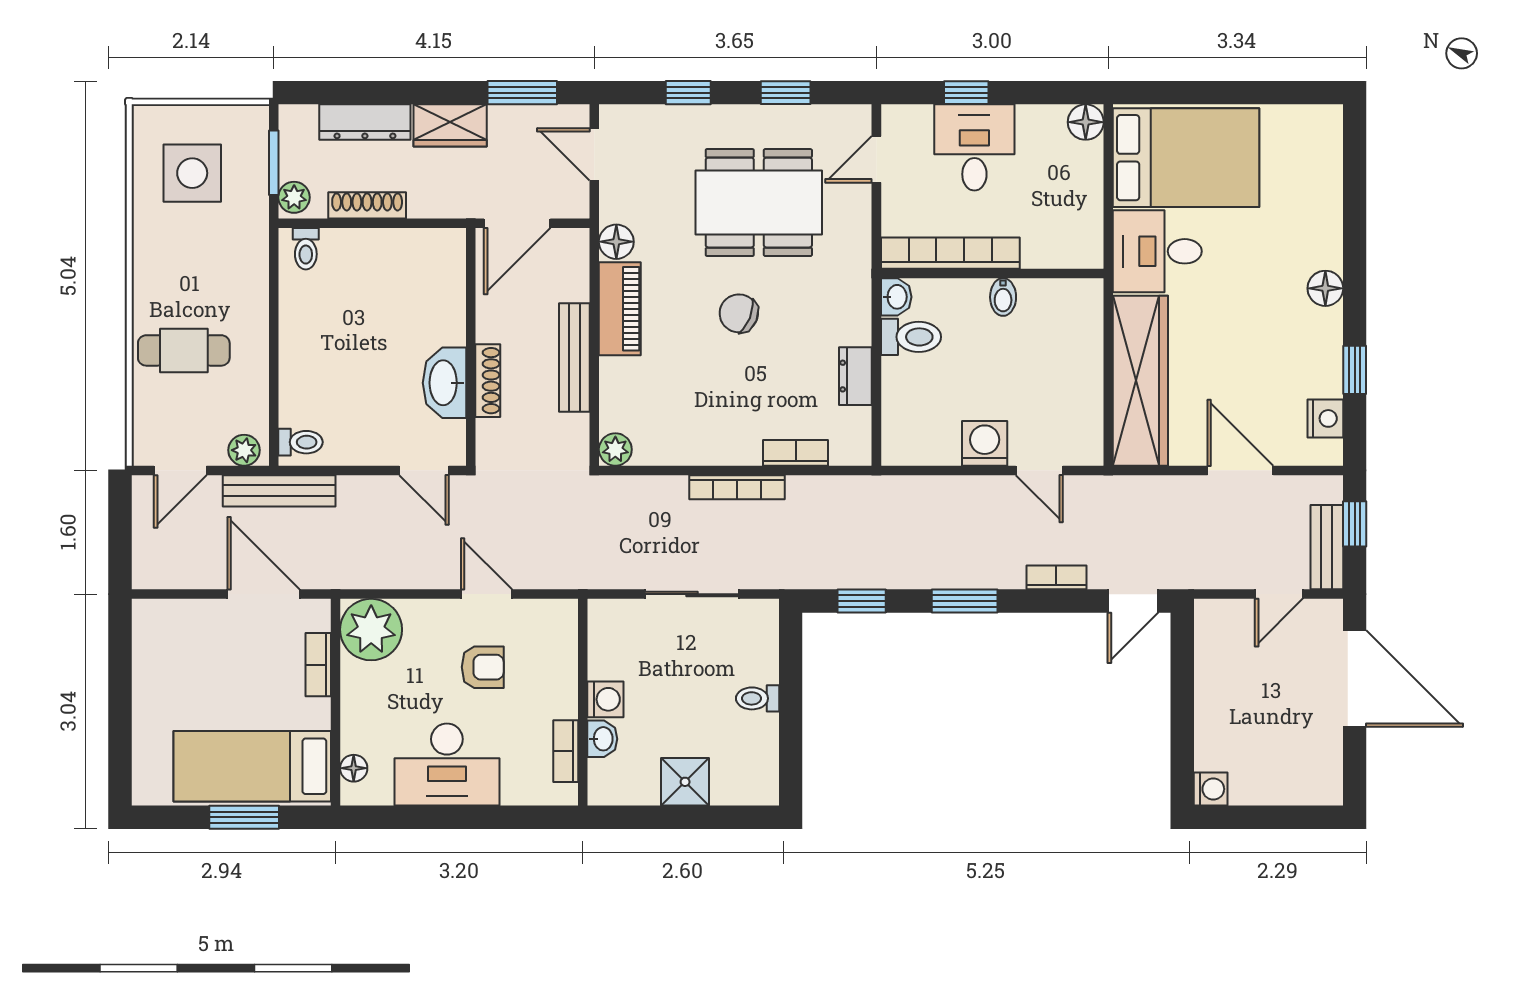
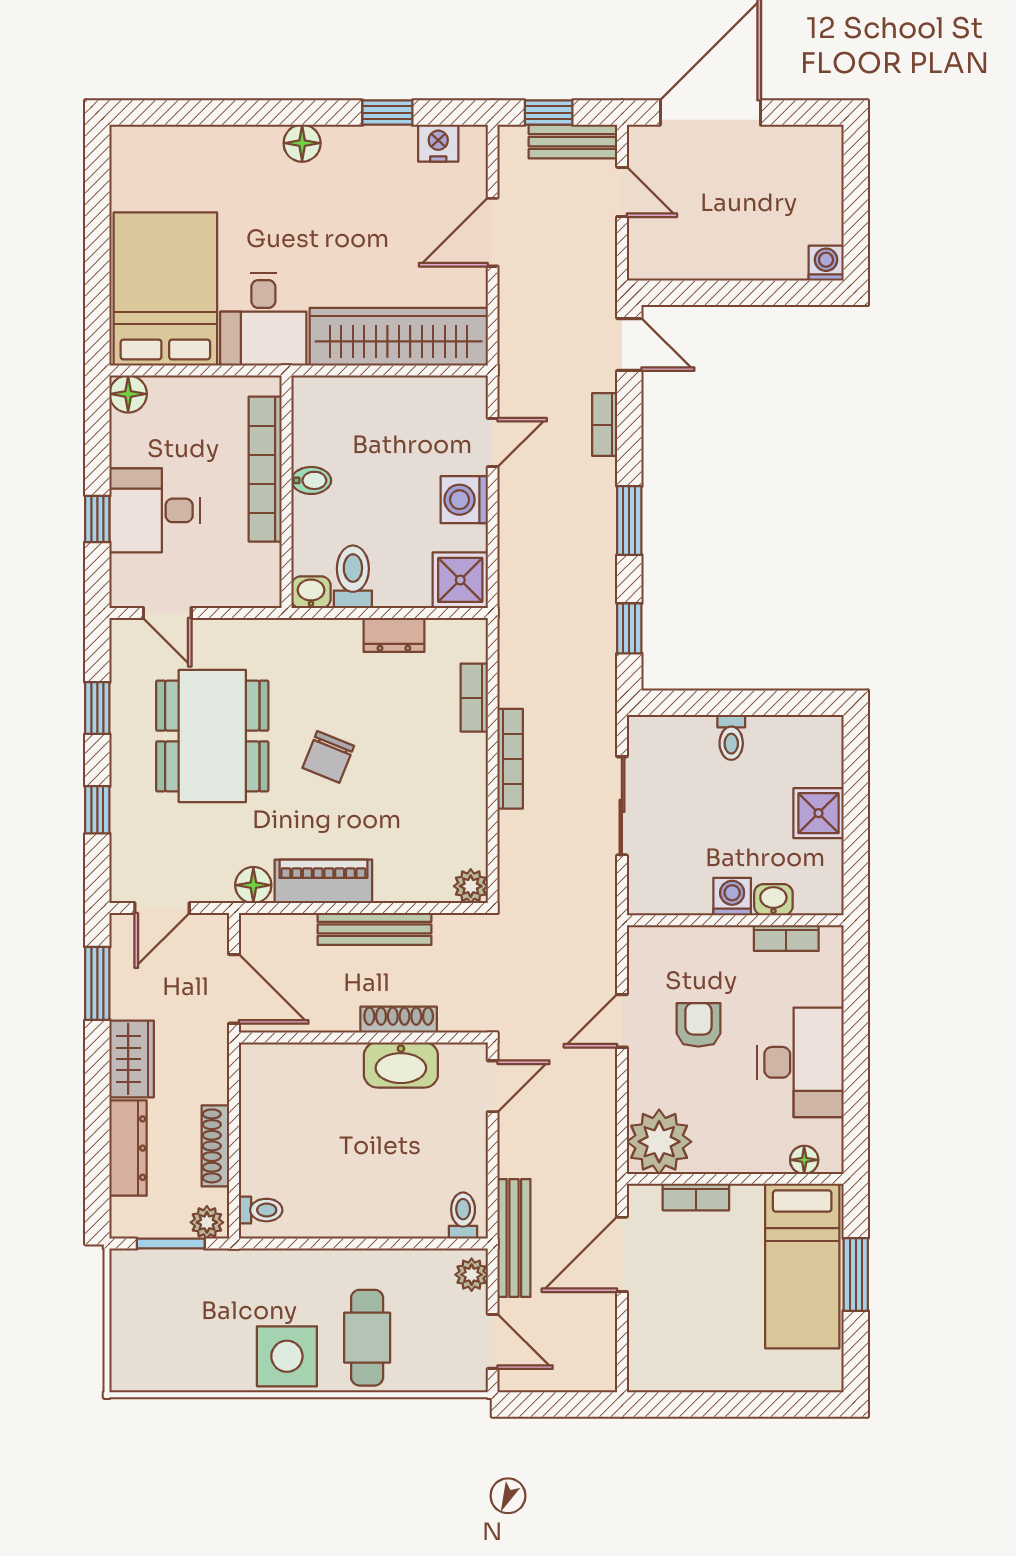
side table: (192, 173) -> (287, 1356), moved
bookcase: (950, 253) -> (265, 469), moved
shower: (908, 439) -> (460, 580), added

